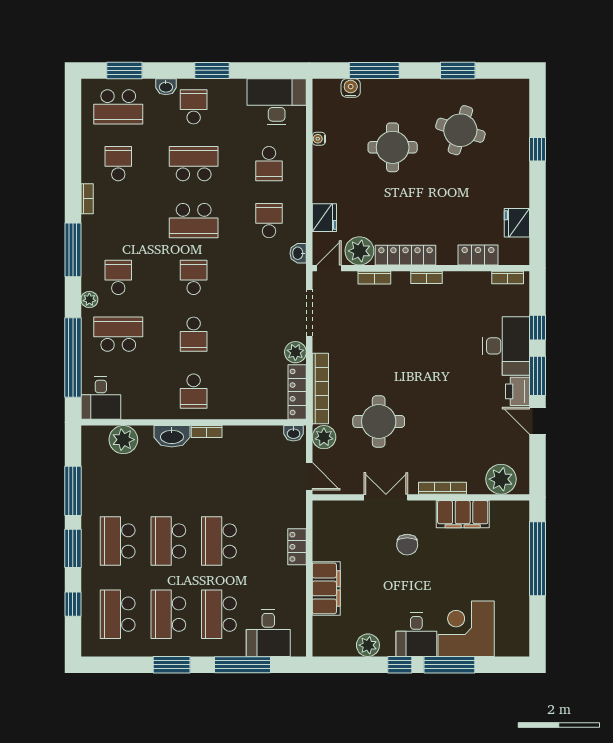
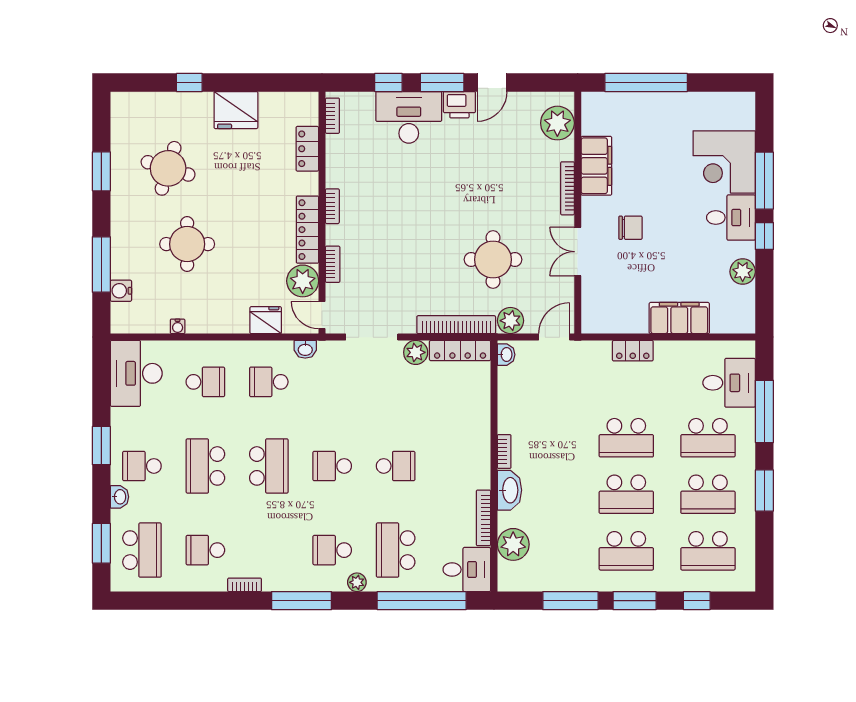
fridge: (517, 223) -> (236, 110), moved, width x1.36, depth x1.34
school desk: (194, 391) -> (459, 466), removed
bookcase: (147, 413) -> (483, 518), added

